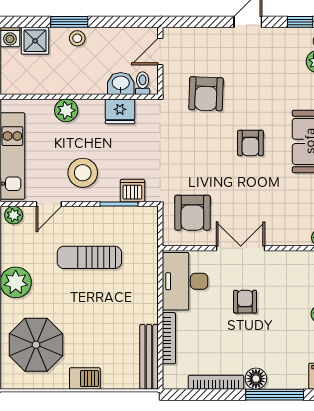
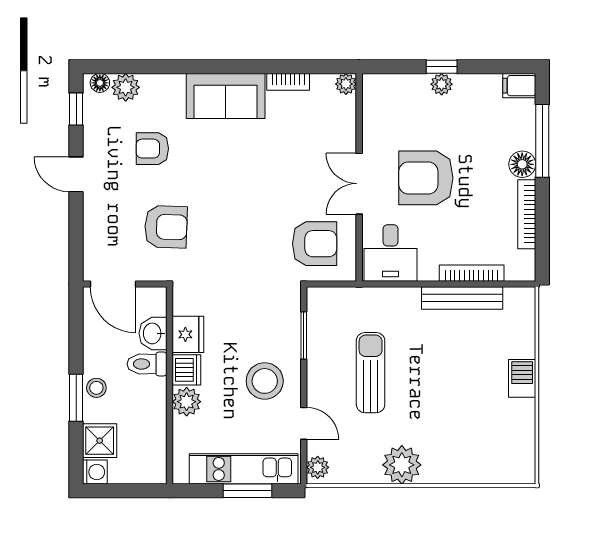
door: (160, 52) -> (113, 284), width x1.38
toilet: (143, 83) -> (147, 364), moved, width x1.37, depth x1.39
armchair: (250, 143) -> (152, 149), moved, turned 180
dishwasher: (132, 191) -> (186, 370), moved, turned 180
sun lounger: (89, 257) -> (371, 373), turned 180
desk: (185, 281) -> (391, 253), width x0.73
armchair: (245, 302) -> (426, 178), width x1.88, depth x1.88
parasol: (36, 345) -> (480, 439), removed
bench: (149, 357) -> (462, 298), moved

